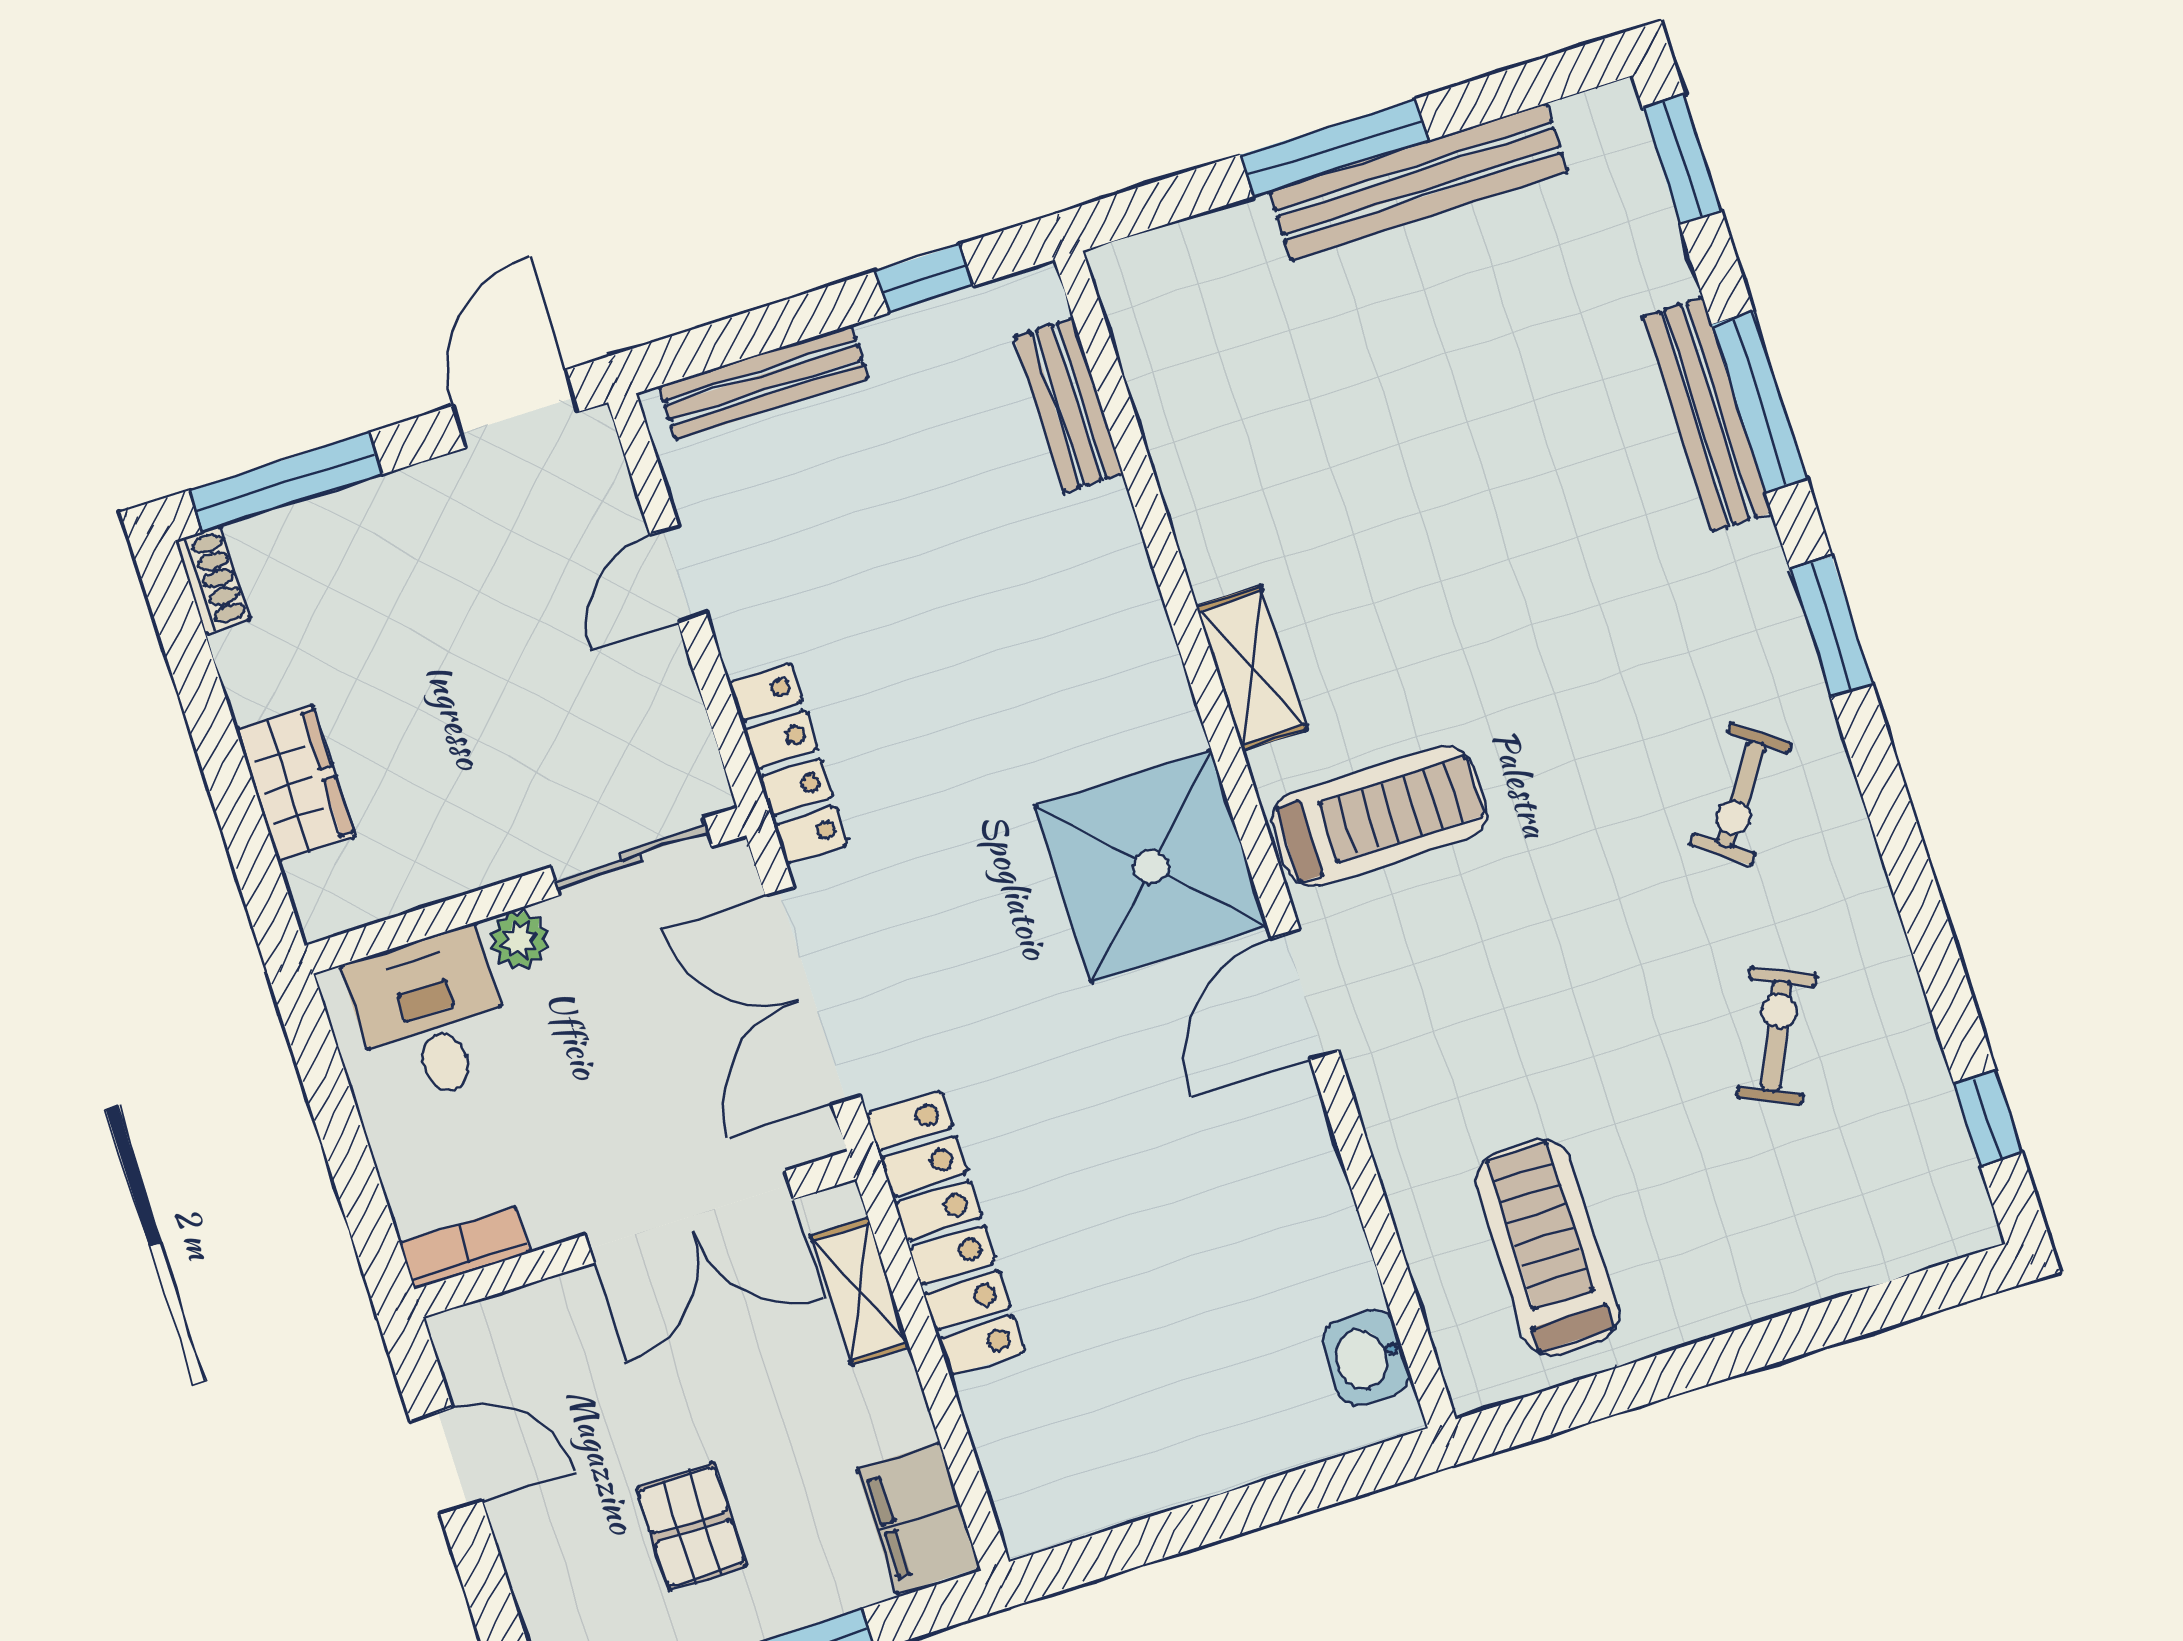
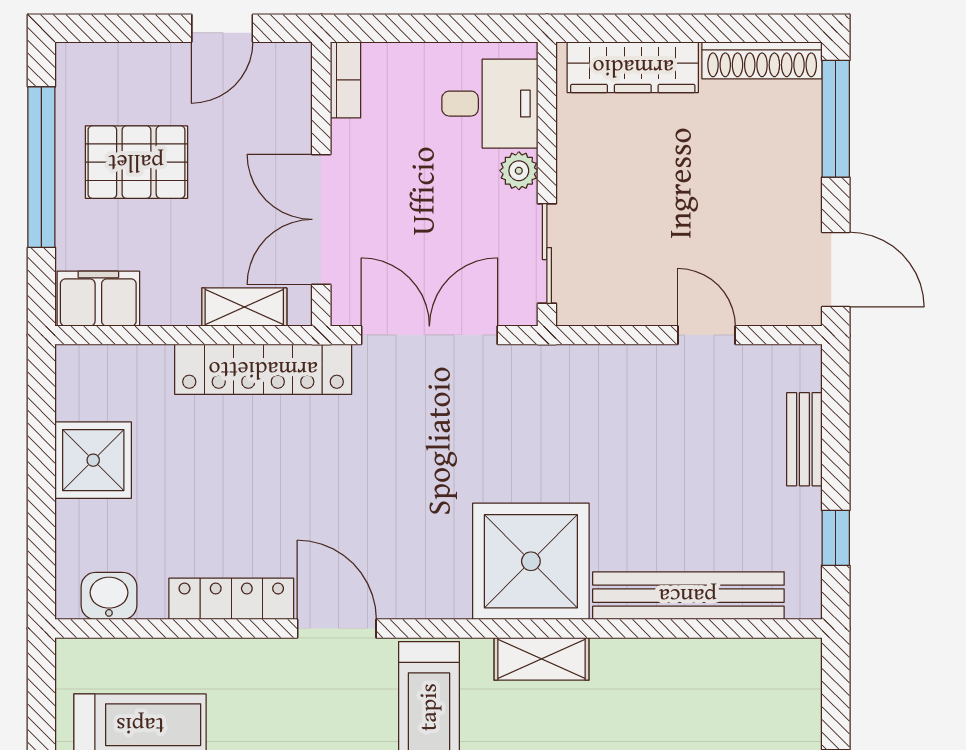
bench: (763, 382) -> (804, 439), width x0.73
bench: (1069, 405) -> (688, 596), width x1.86, depth x1.21
shoe rack: (213, 580) -> (762, 60), width x1.94, depth x1.24
locker: (788, 763) -> (231, 599), moved, turned 180
wardrobe: (295, 783) -> (633, 67), width x1.50
shower: (1151, 866) -> (531, 561), moved
shower: (1167, 1447) -> (93, 460), added
pallet: (692, 1526) -> (136, 162), width x1.50, depth x1.42

